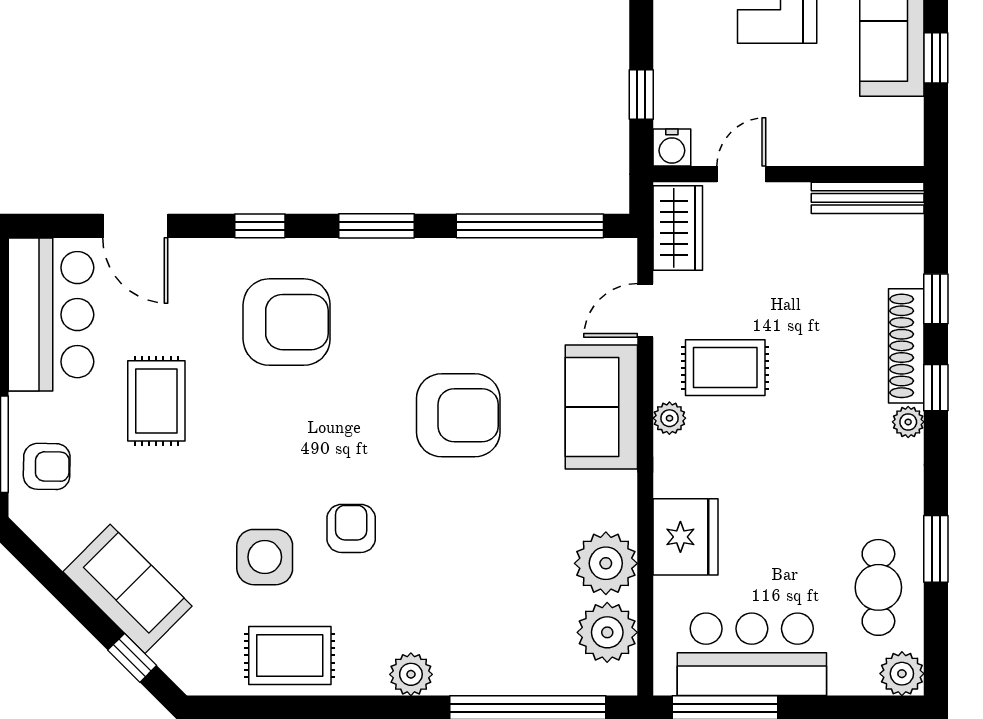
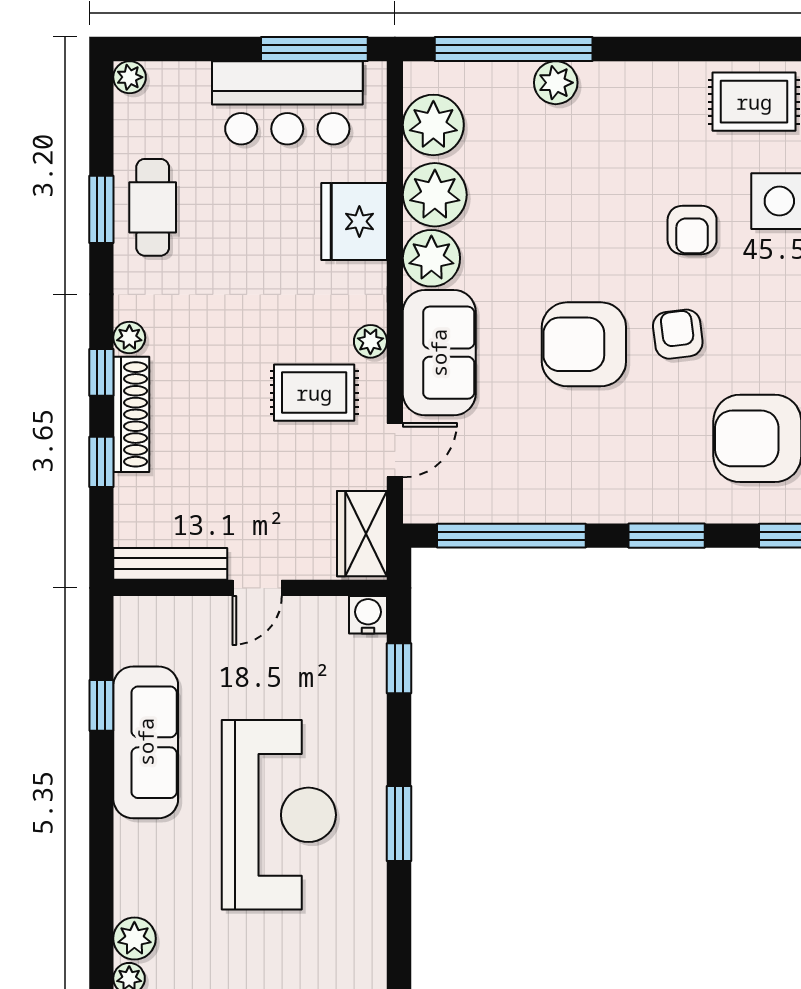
door: (741, 174) -> (257, 588), moved
armchair: (365, 425) -> (678, 334), added
plant: (609, 500) -> (431, 258), added
cafe table: (878, 587) -> (153, 207), moved
plant: (411, 674) -> (556, 83), moved
plant: (902, 674) -> (130, 77), width x0.73, depth x0.73

